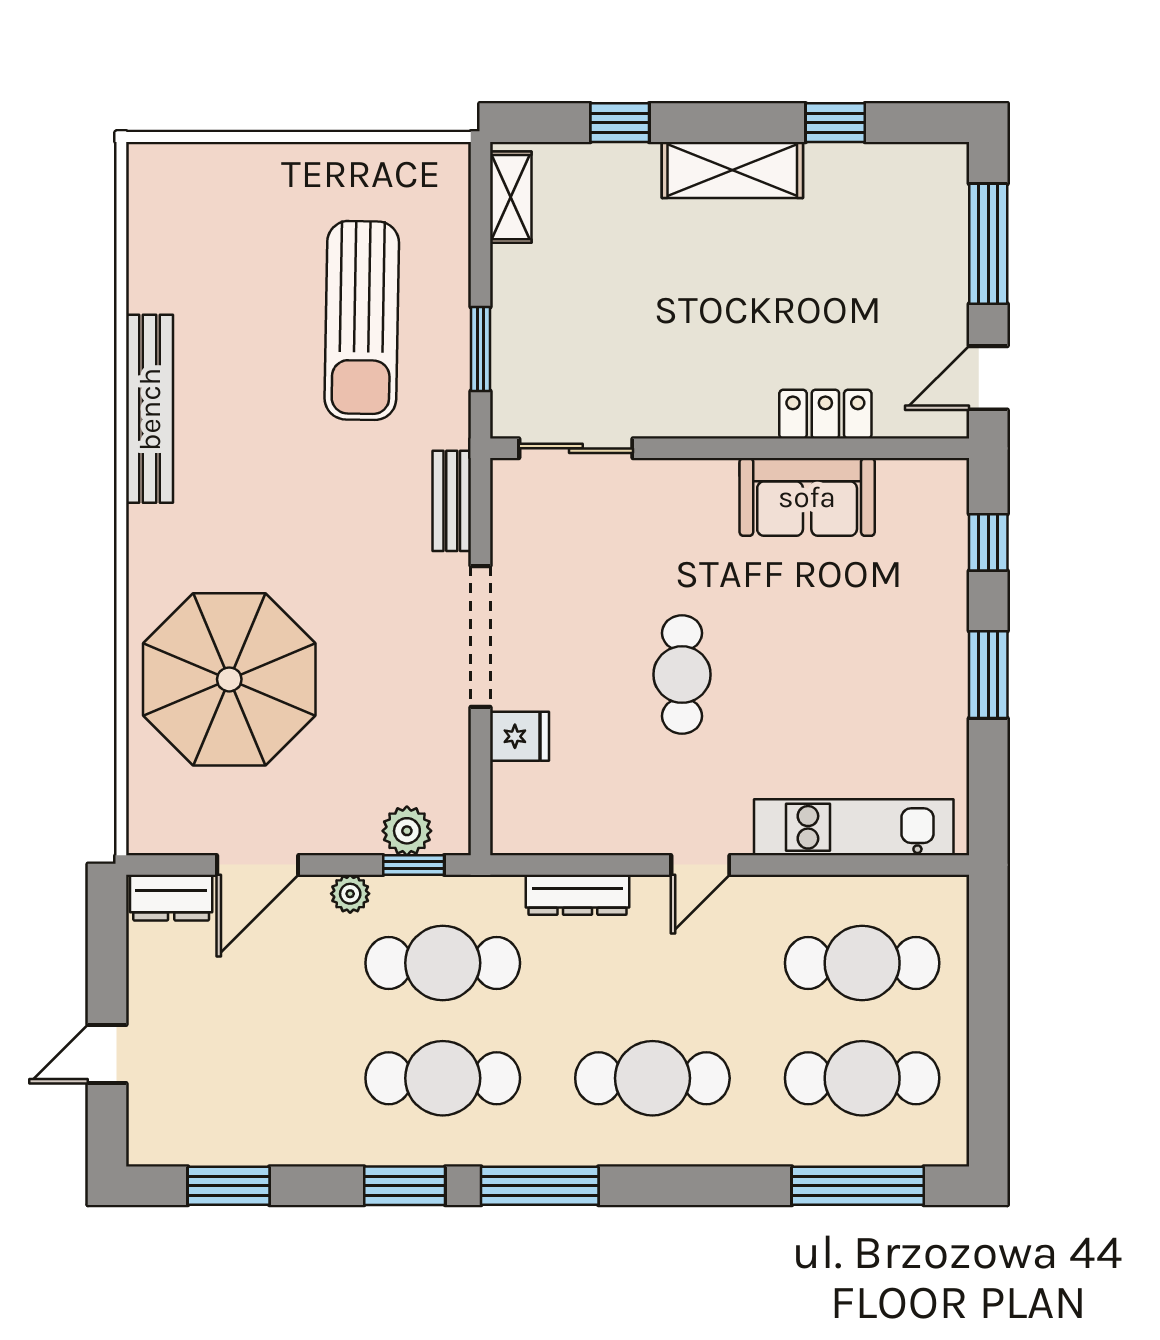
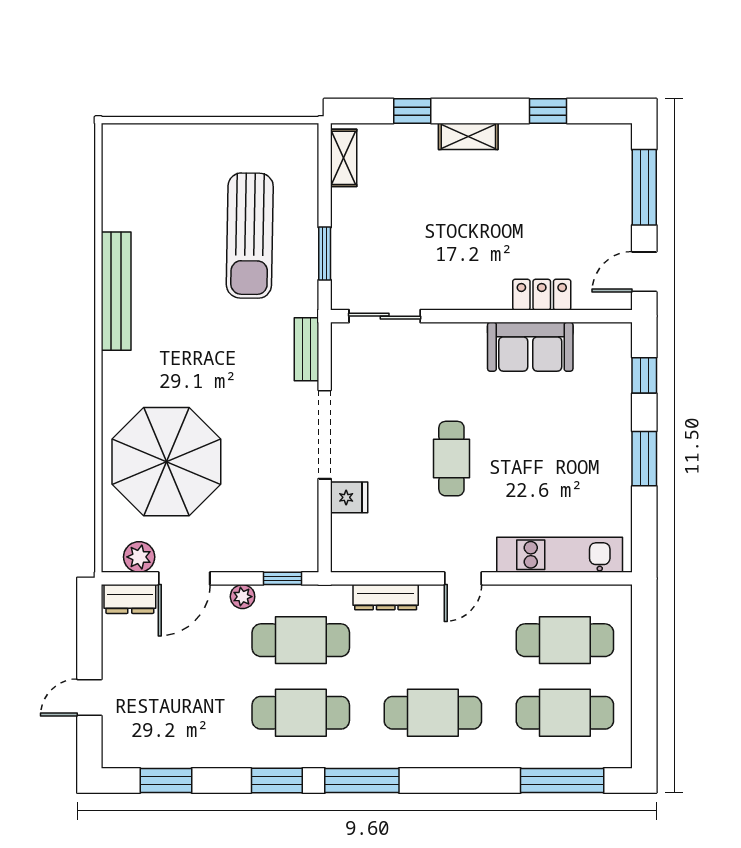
shelving: (732, 170) -> (468, 136), width x0.67, depth x0.75
plant: (407, 831) -> (139, 557), moved

